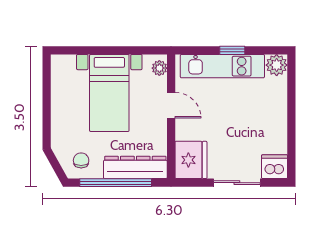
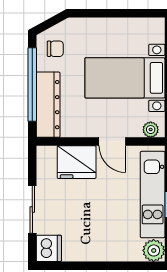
door: (171, 105) -> (112, 142), hinge flipped
fridge: (191, 160) -> (77, 162), moved

